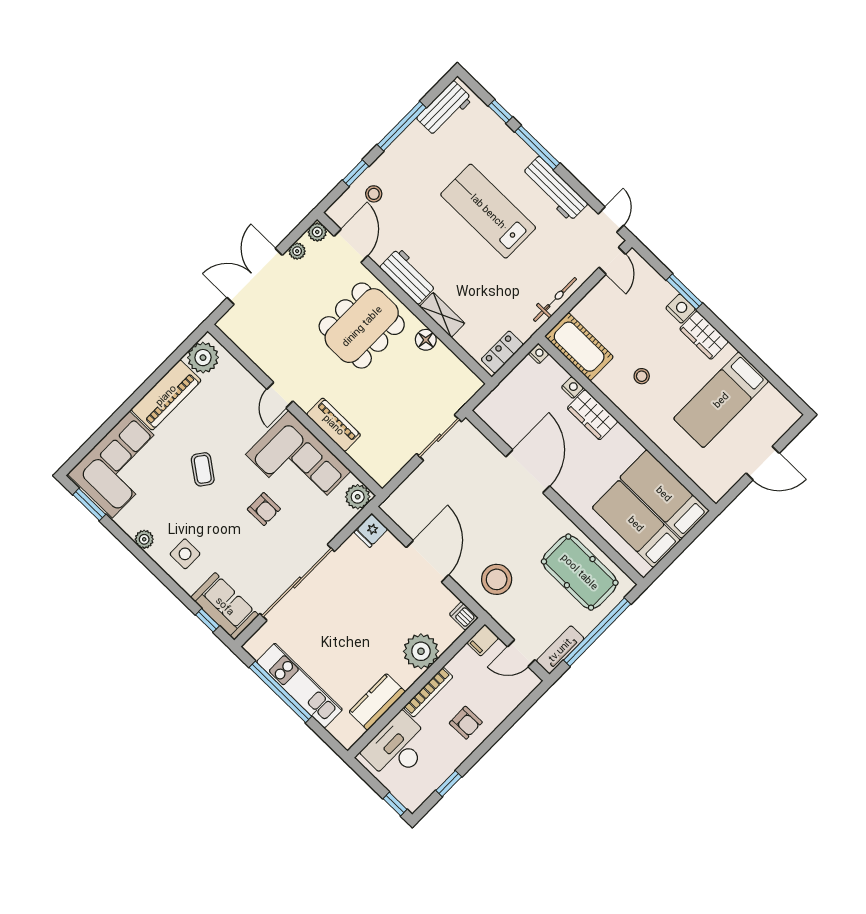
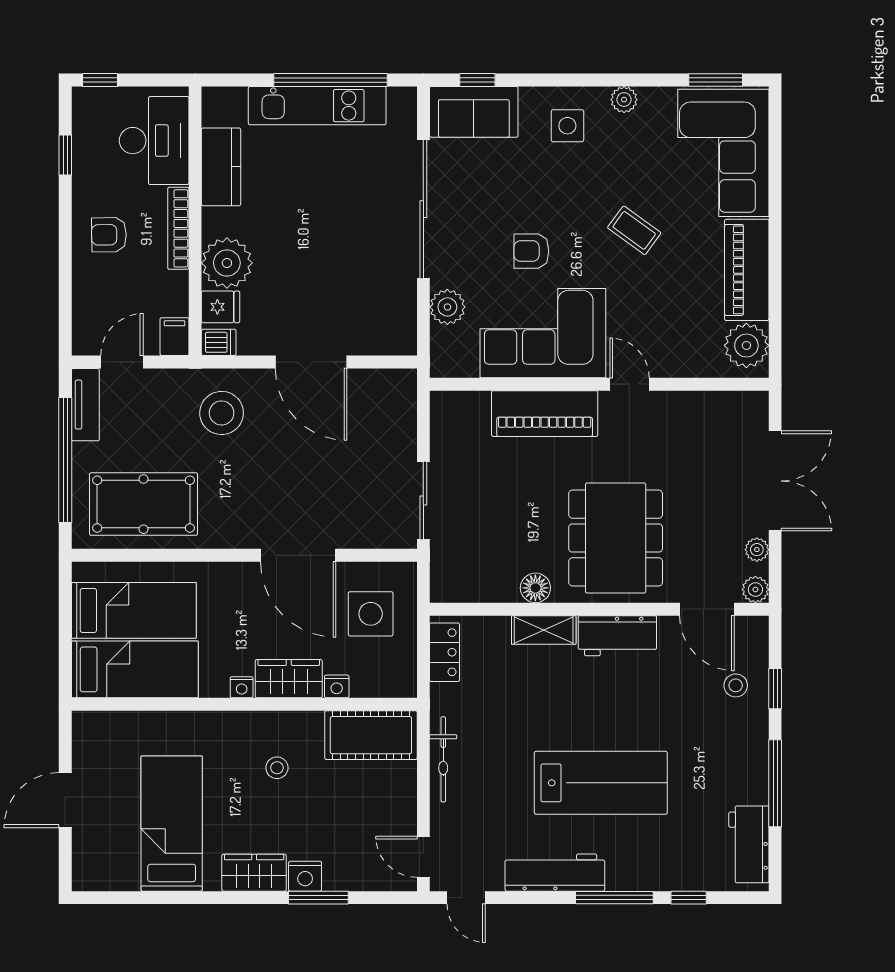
nightstand: (539, 354) -> (242, 687), moved
side table: (520, 407) -> (371, 614), added
piano: (334, 425) -> (545, 414), width x1.37, depth x1.33
plant: (358, 497) -> (447, 307), moved
fridge: (371, 531) -> (221, 307), moved, turned 90

